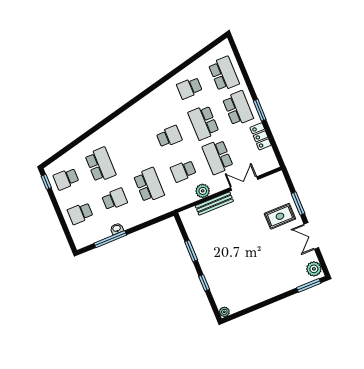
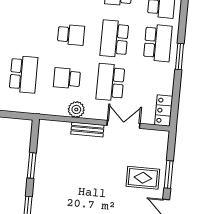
locker: (261, 136) -> (164, 111), moved
bench: (214, 203) -> (87, 129), width x0.73

